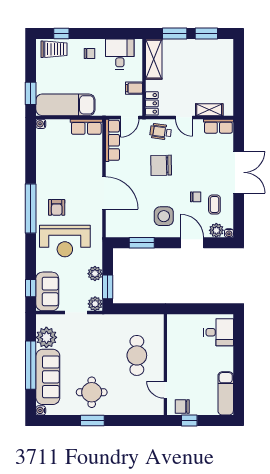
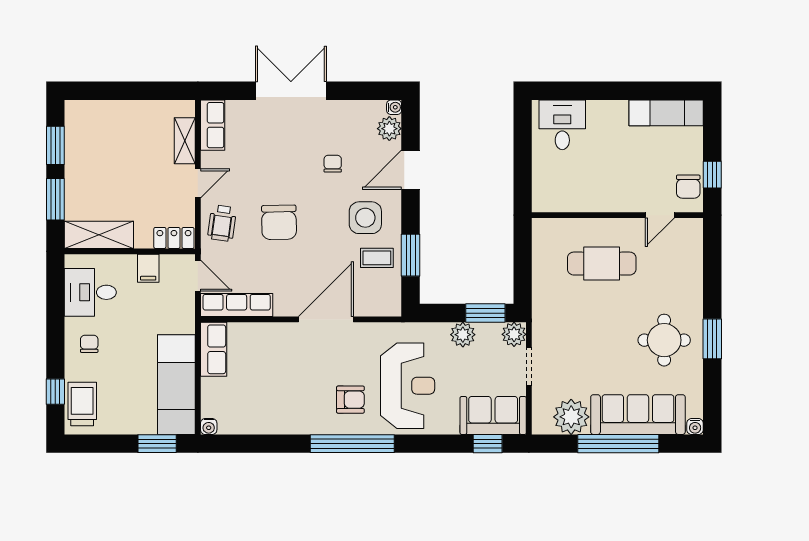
coffee table: (214, 205) -> (377, 258), moved

